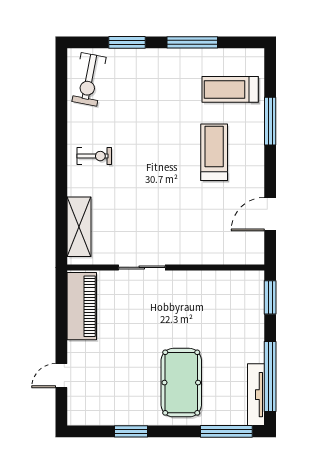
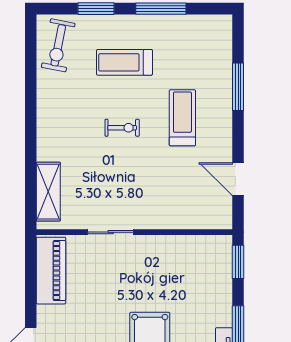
treadmill: (230, 89) -> (124, 62), moved
exercise bike: (94, 156) -> (122, 128), moved
door: (270, 214) -> (238, 179), hinge flipped

